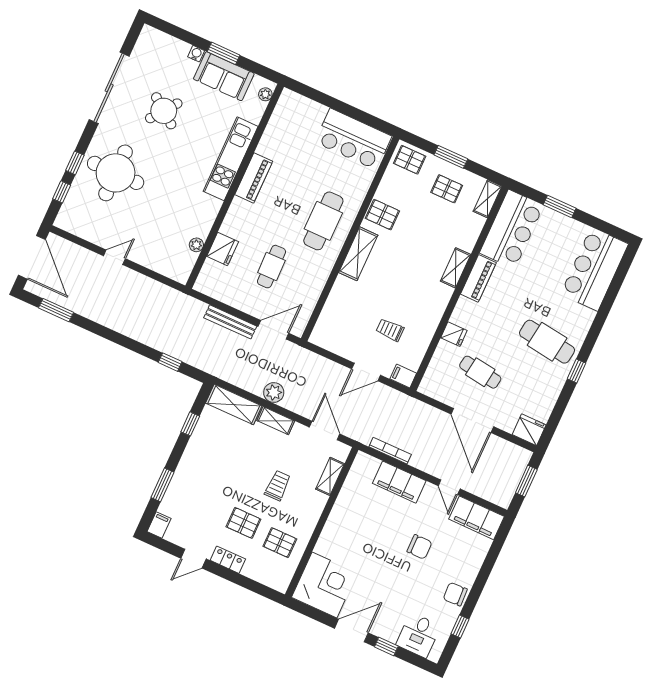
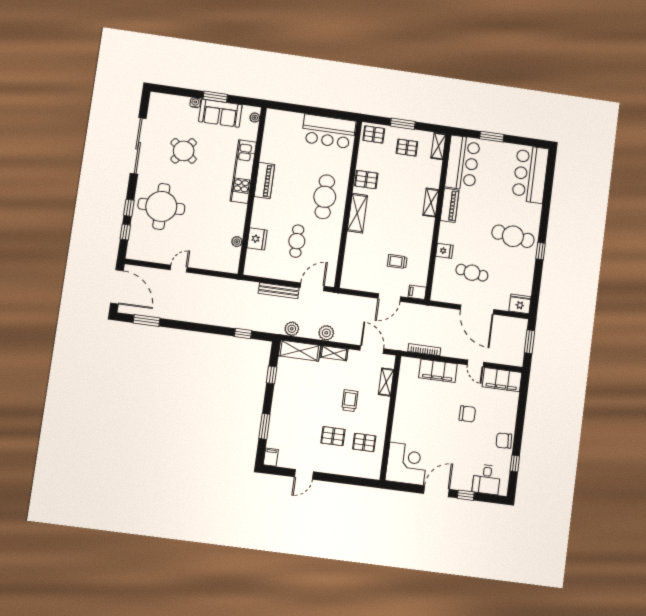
plant: (232, 374) -> (292, 329), added
locker: (228, 560) -> (330, 467), removed

